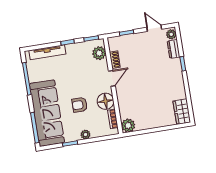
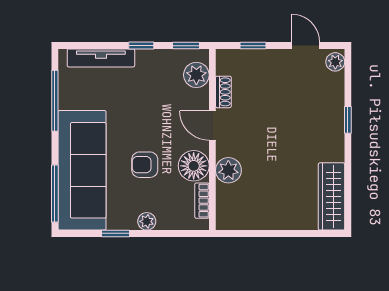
dresser: (174, 49) -> (335, 90), removed
door: (112, 78) -> (212, 126), swing flipped
wardrobe: (182, 112) -> (332, 196), width x1.50
plant: (128, 125) -> (228, 170), moved

